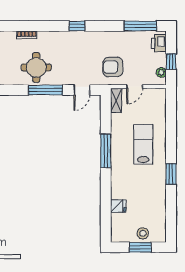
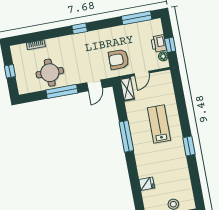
printer: (159, 43) -> (159, 43), moved

